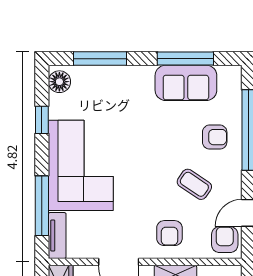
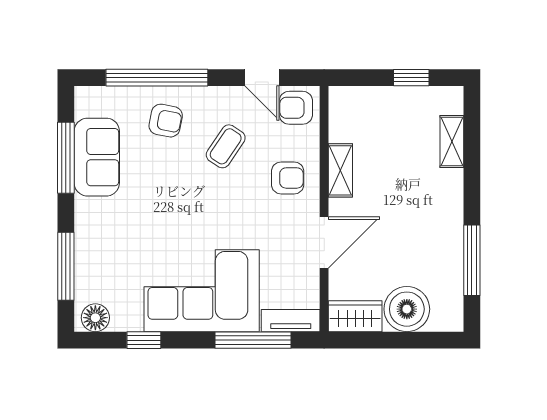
armchair: (215, 137) -> (166, 121), turned 101

